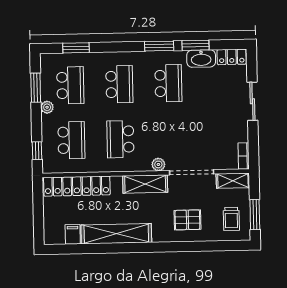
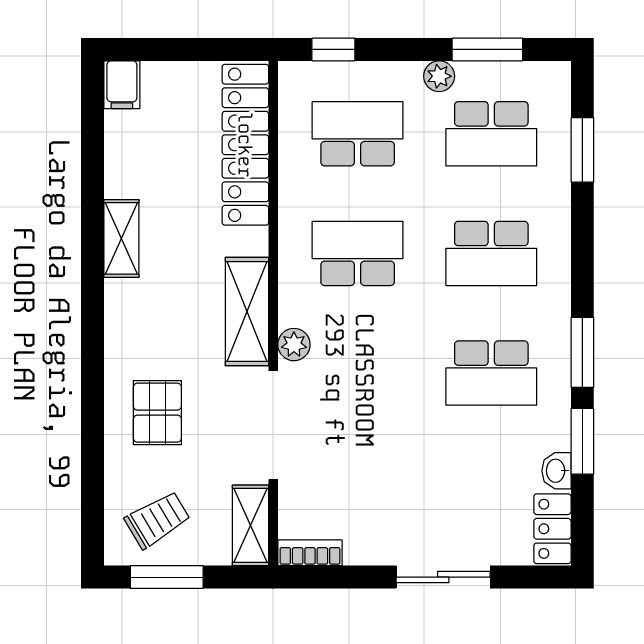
washbasin: (201, 59) -> (556, 471), width x0.52, depth x0.69
school desk: (71, 140) -> (358, 134), turned 180
trolley: (231, 219) -> (157, 520), turned 149
filing cabinet: (73, 234) -> (122, 85), moved, turned 90
shelving: (116, 234) -> (121, 238), width x0.45, depth x0.75

